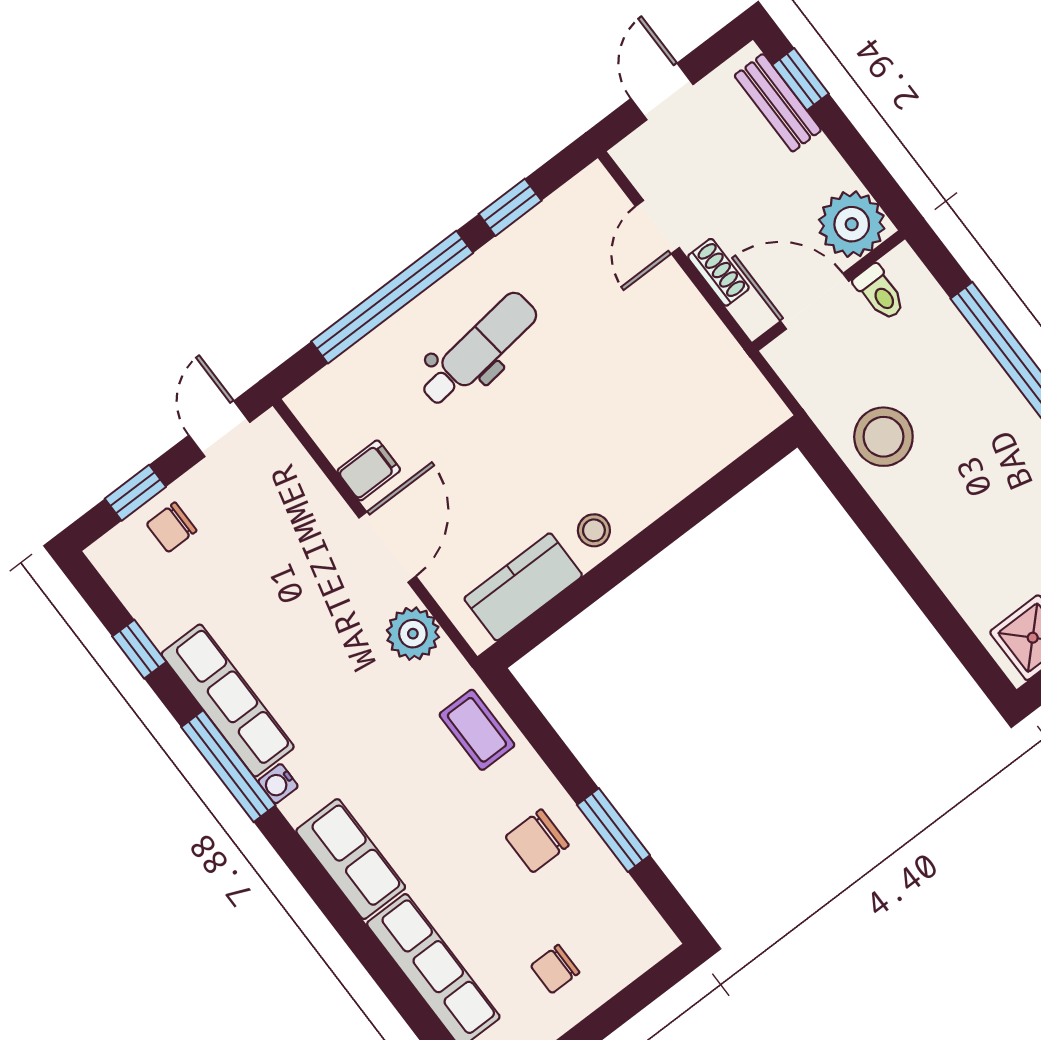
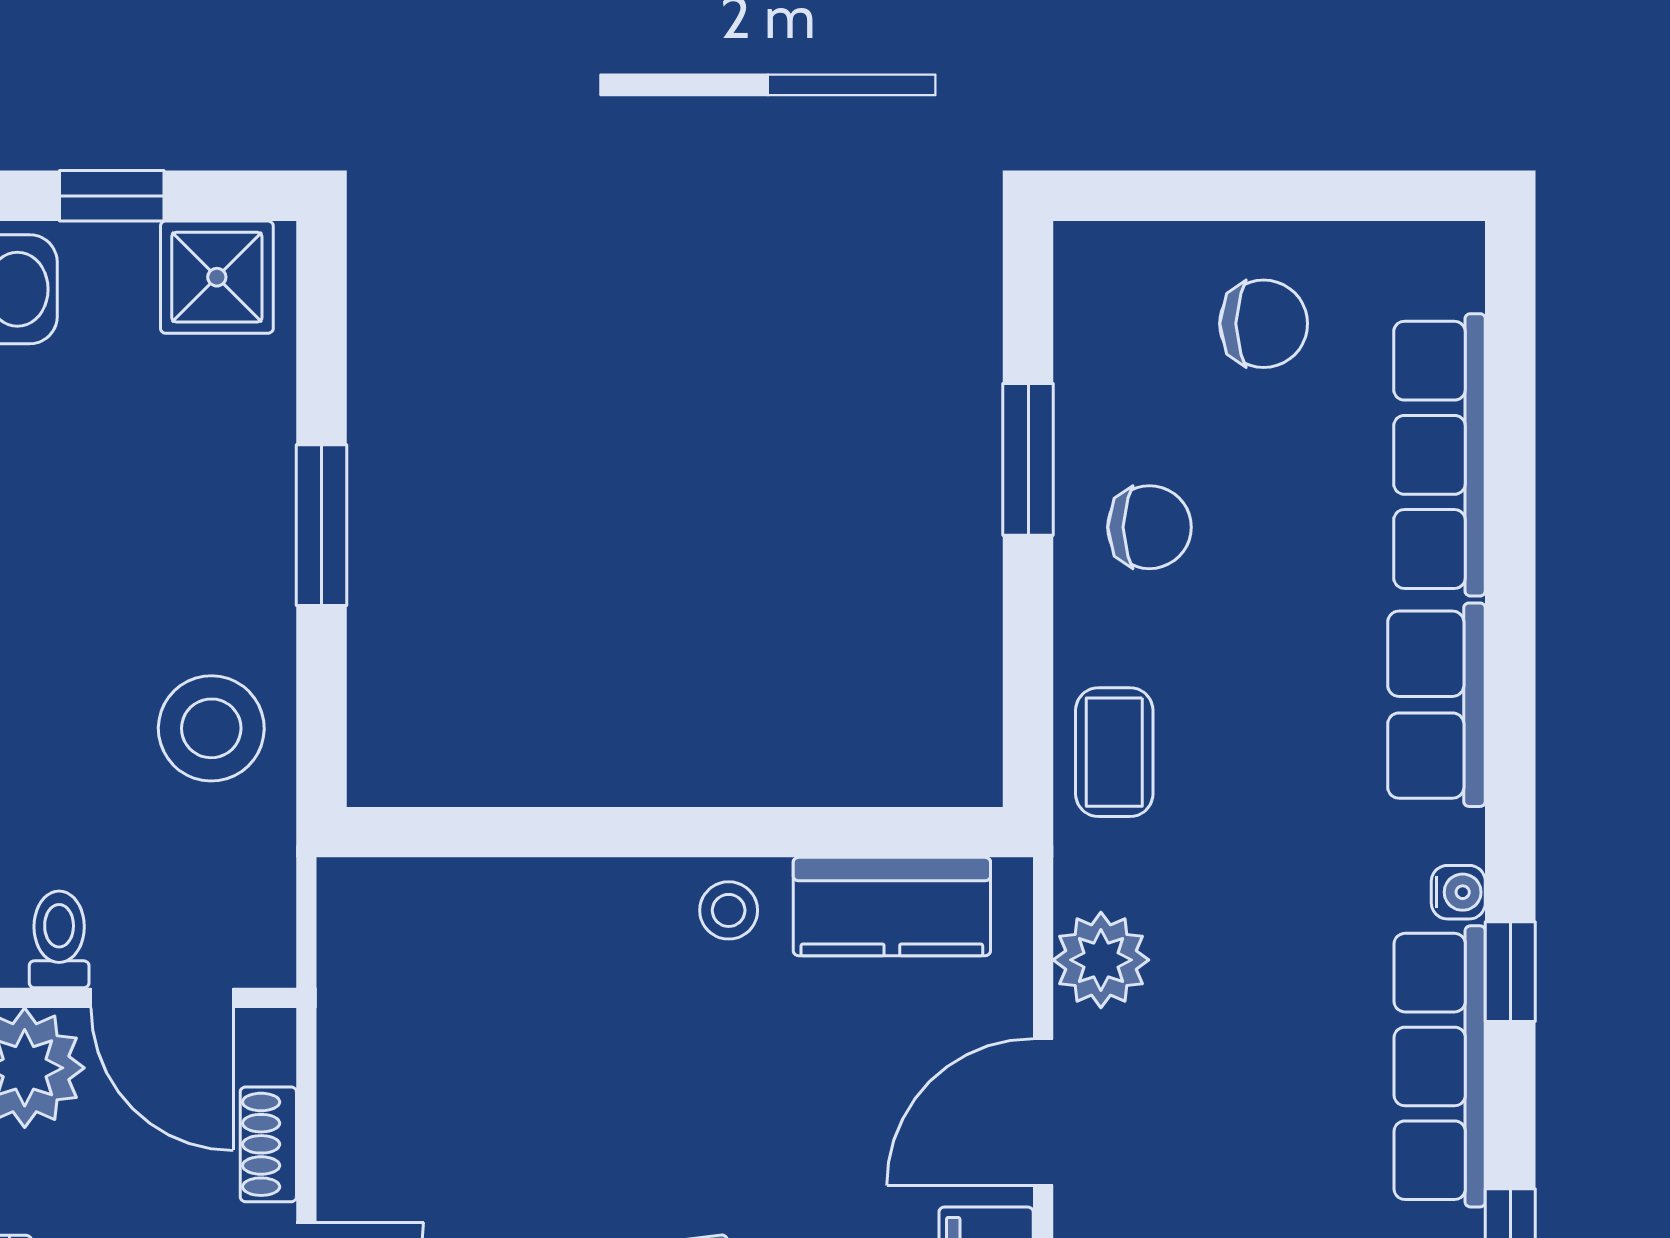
window: (903, 563) -> (321, 525), added
window: (228, 766) -> (1510, 972), width x0.46
chair: (555, 969) -> (1264, 324), width x1.37, depth x1.37

